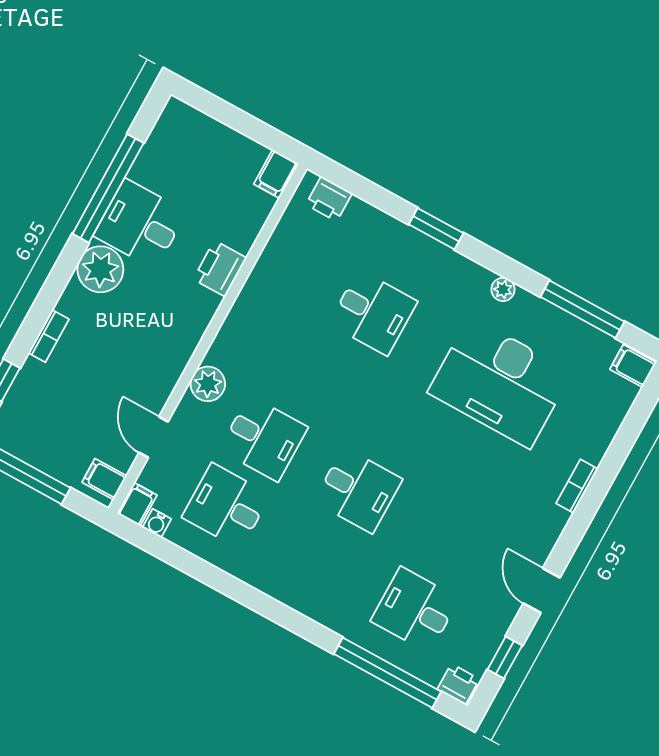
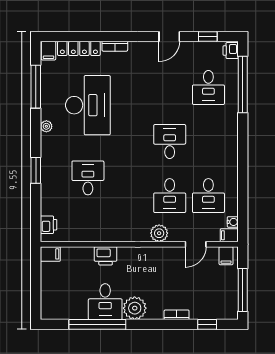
locker: (608, 421) -> (79, 48), added
desk: (264, 438) -> (170, 196), turned 180

